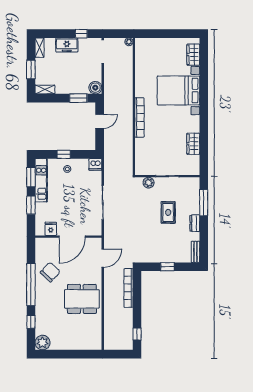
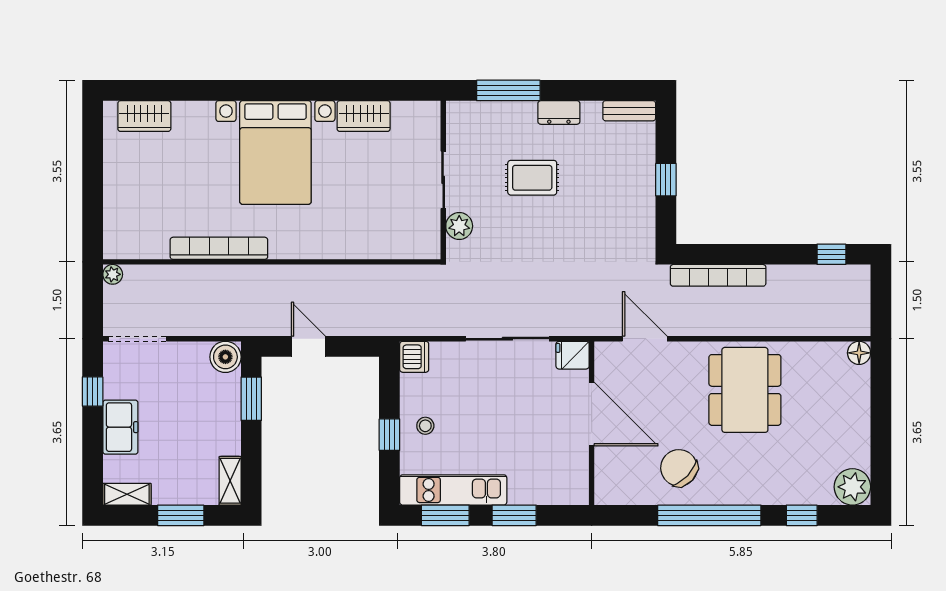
bed with nightstands: (178, 91) -> (275, 152), moved
bookcase: (139, 117) -> (219, 248), moved
fridge: (51, 229) -> (573, 355), moved
floor lamp: (97, 345) -> (859, 353), added

